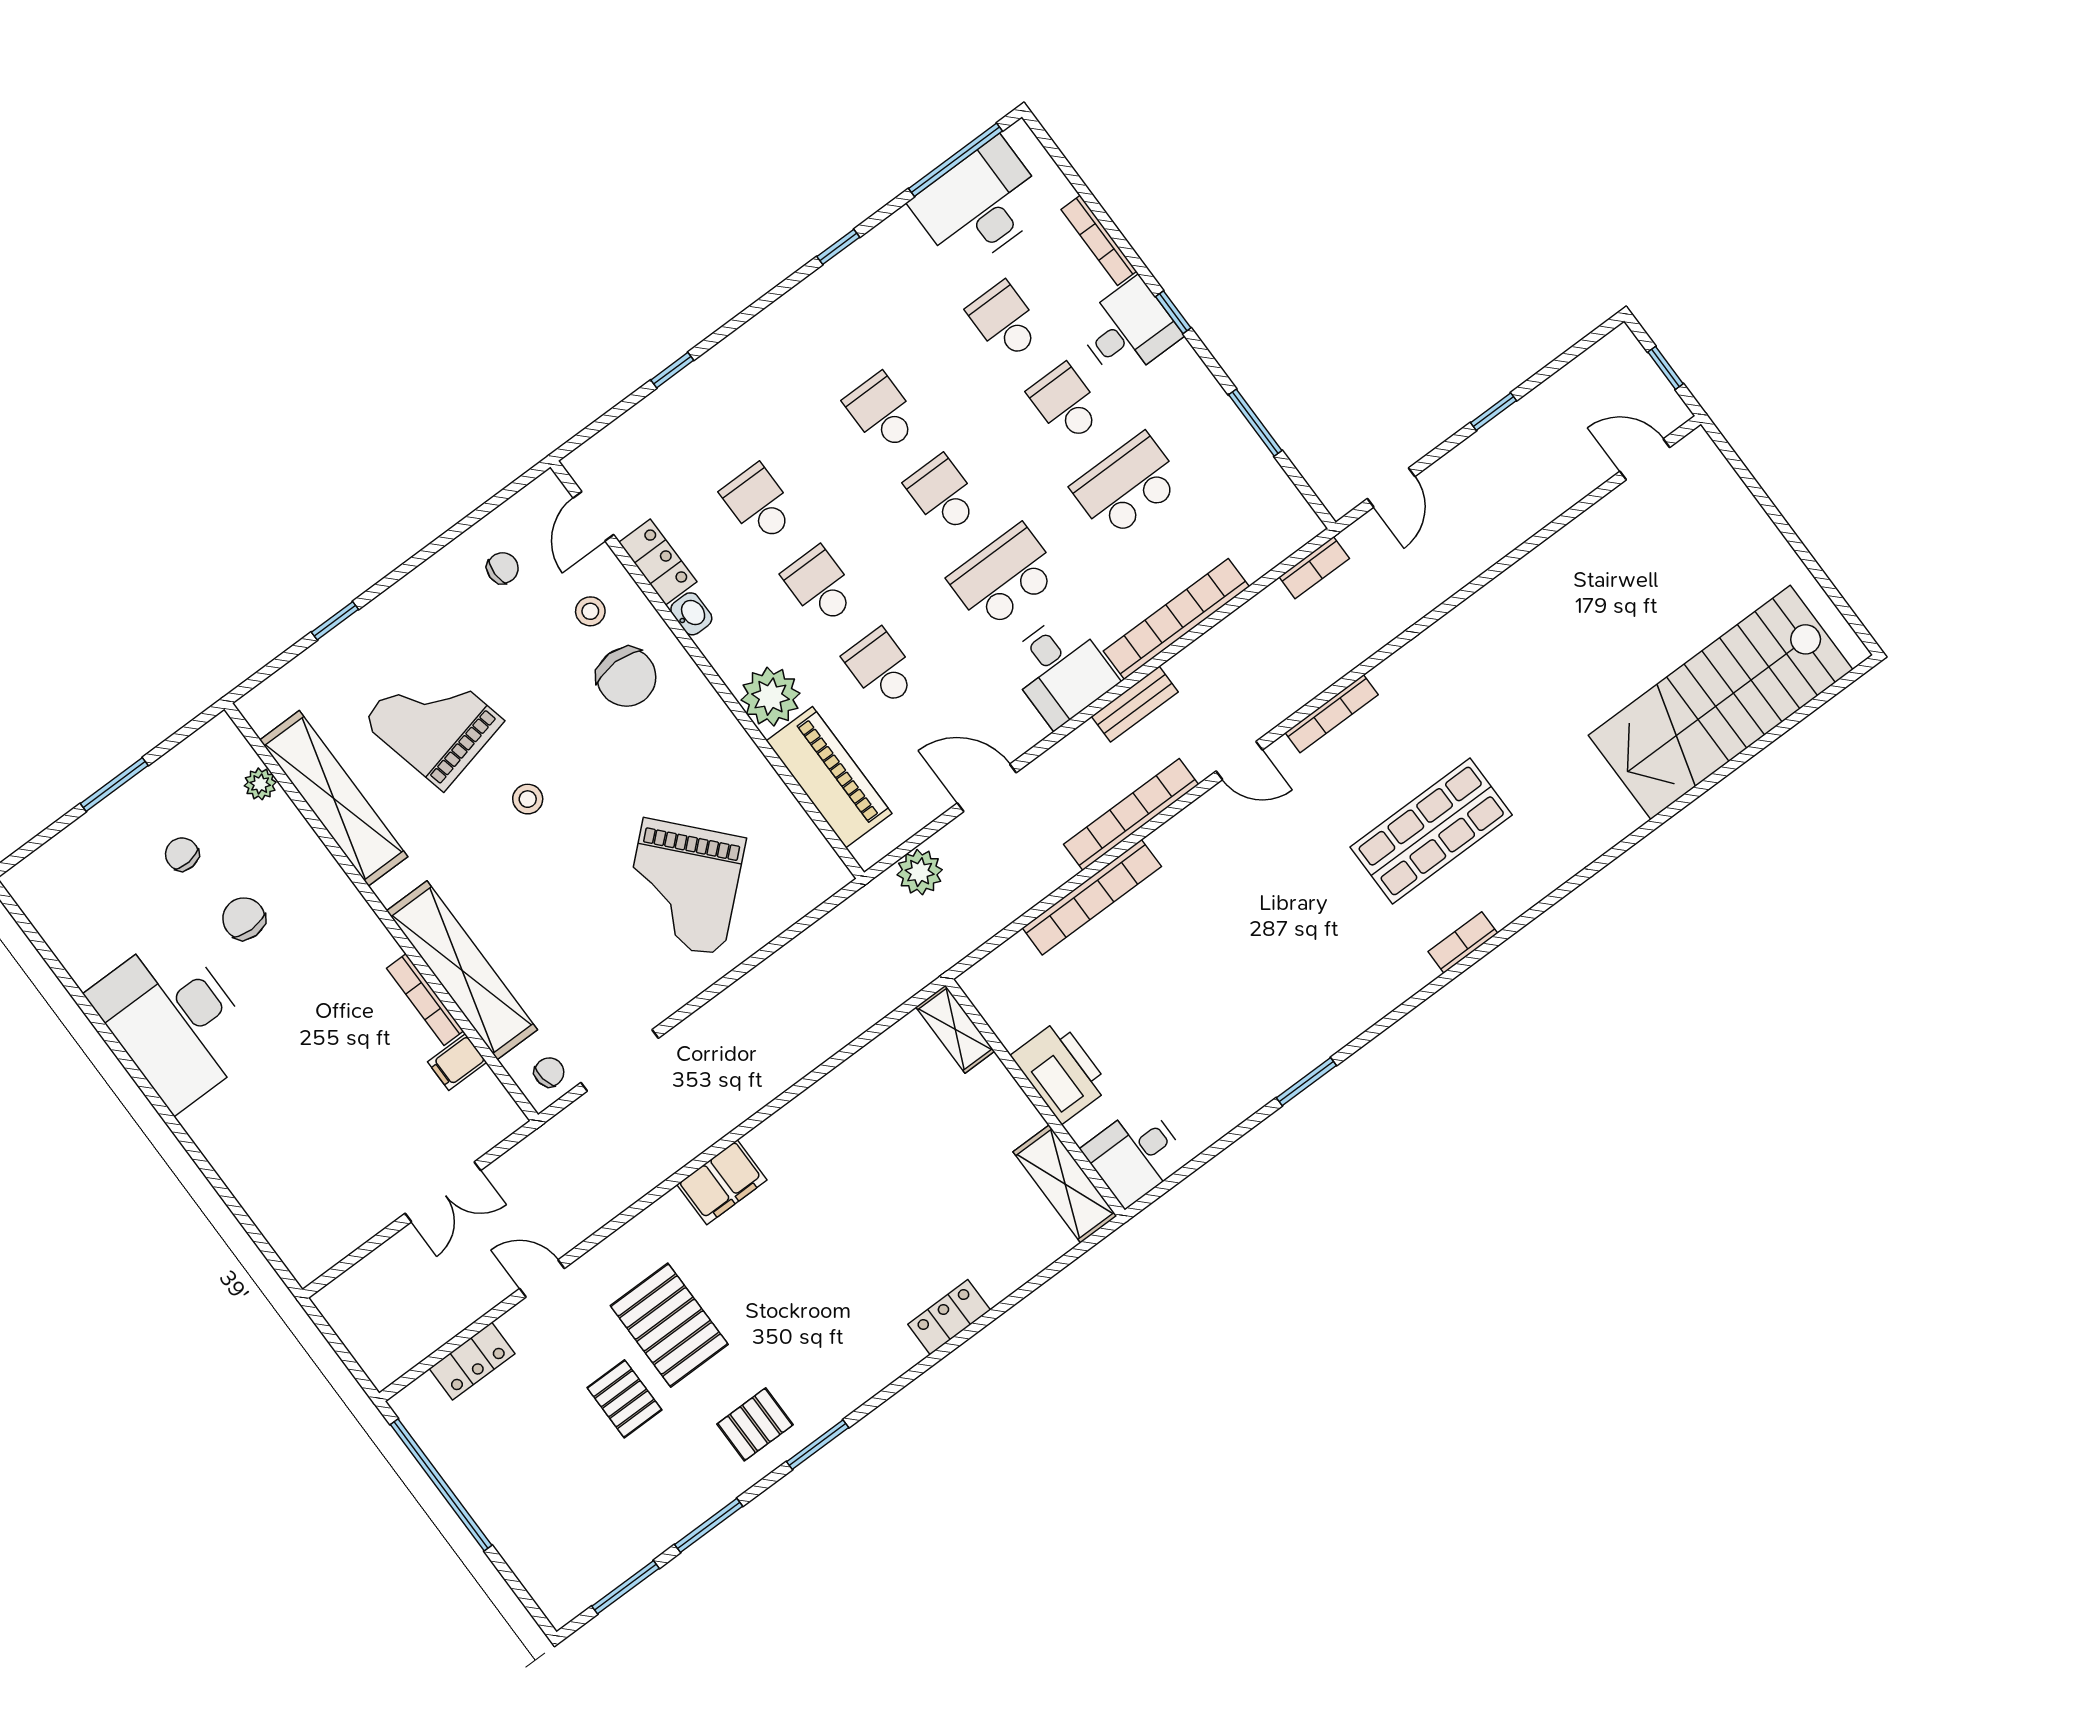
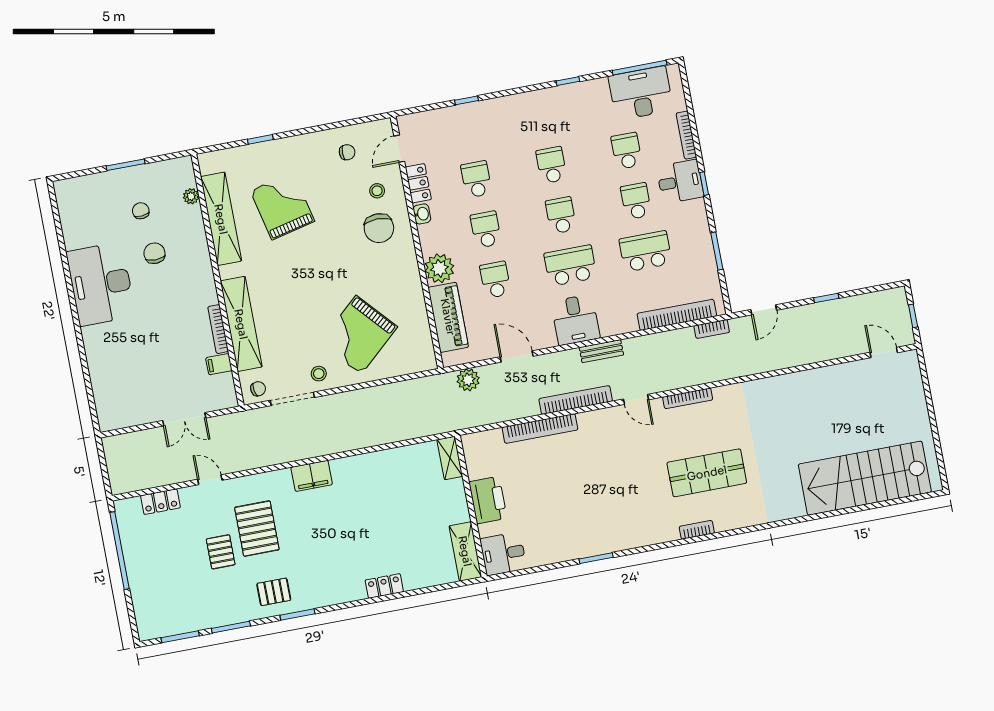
bookcase: (1176, 619) -> (677, 315), moved
stool: (528, 799) -> (319, 374), moved

